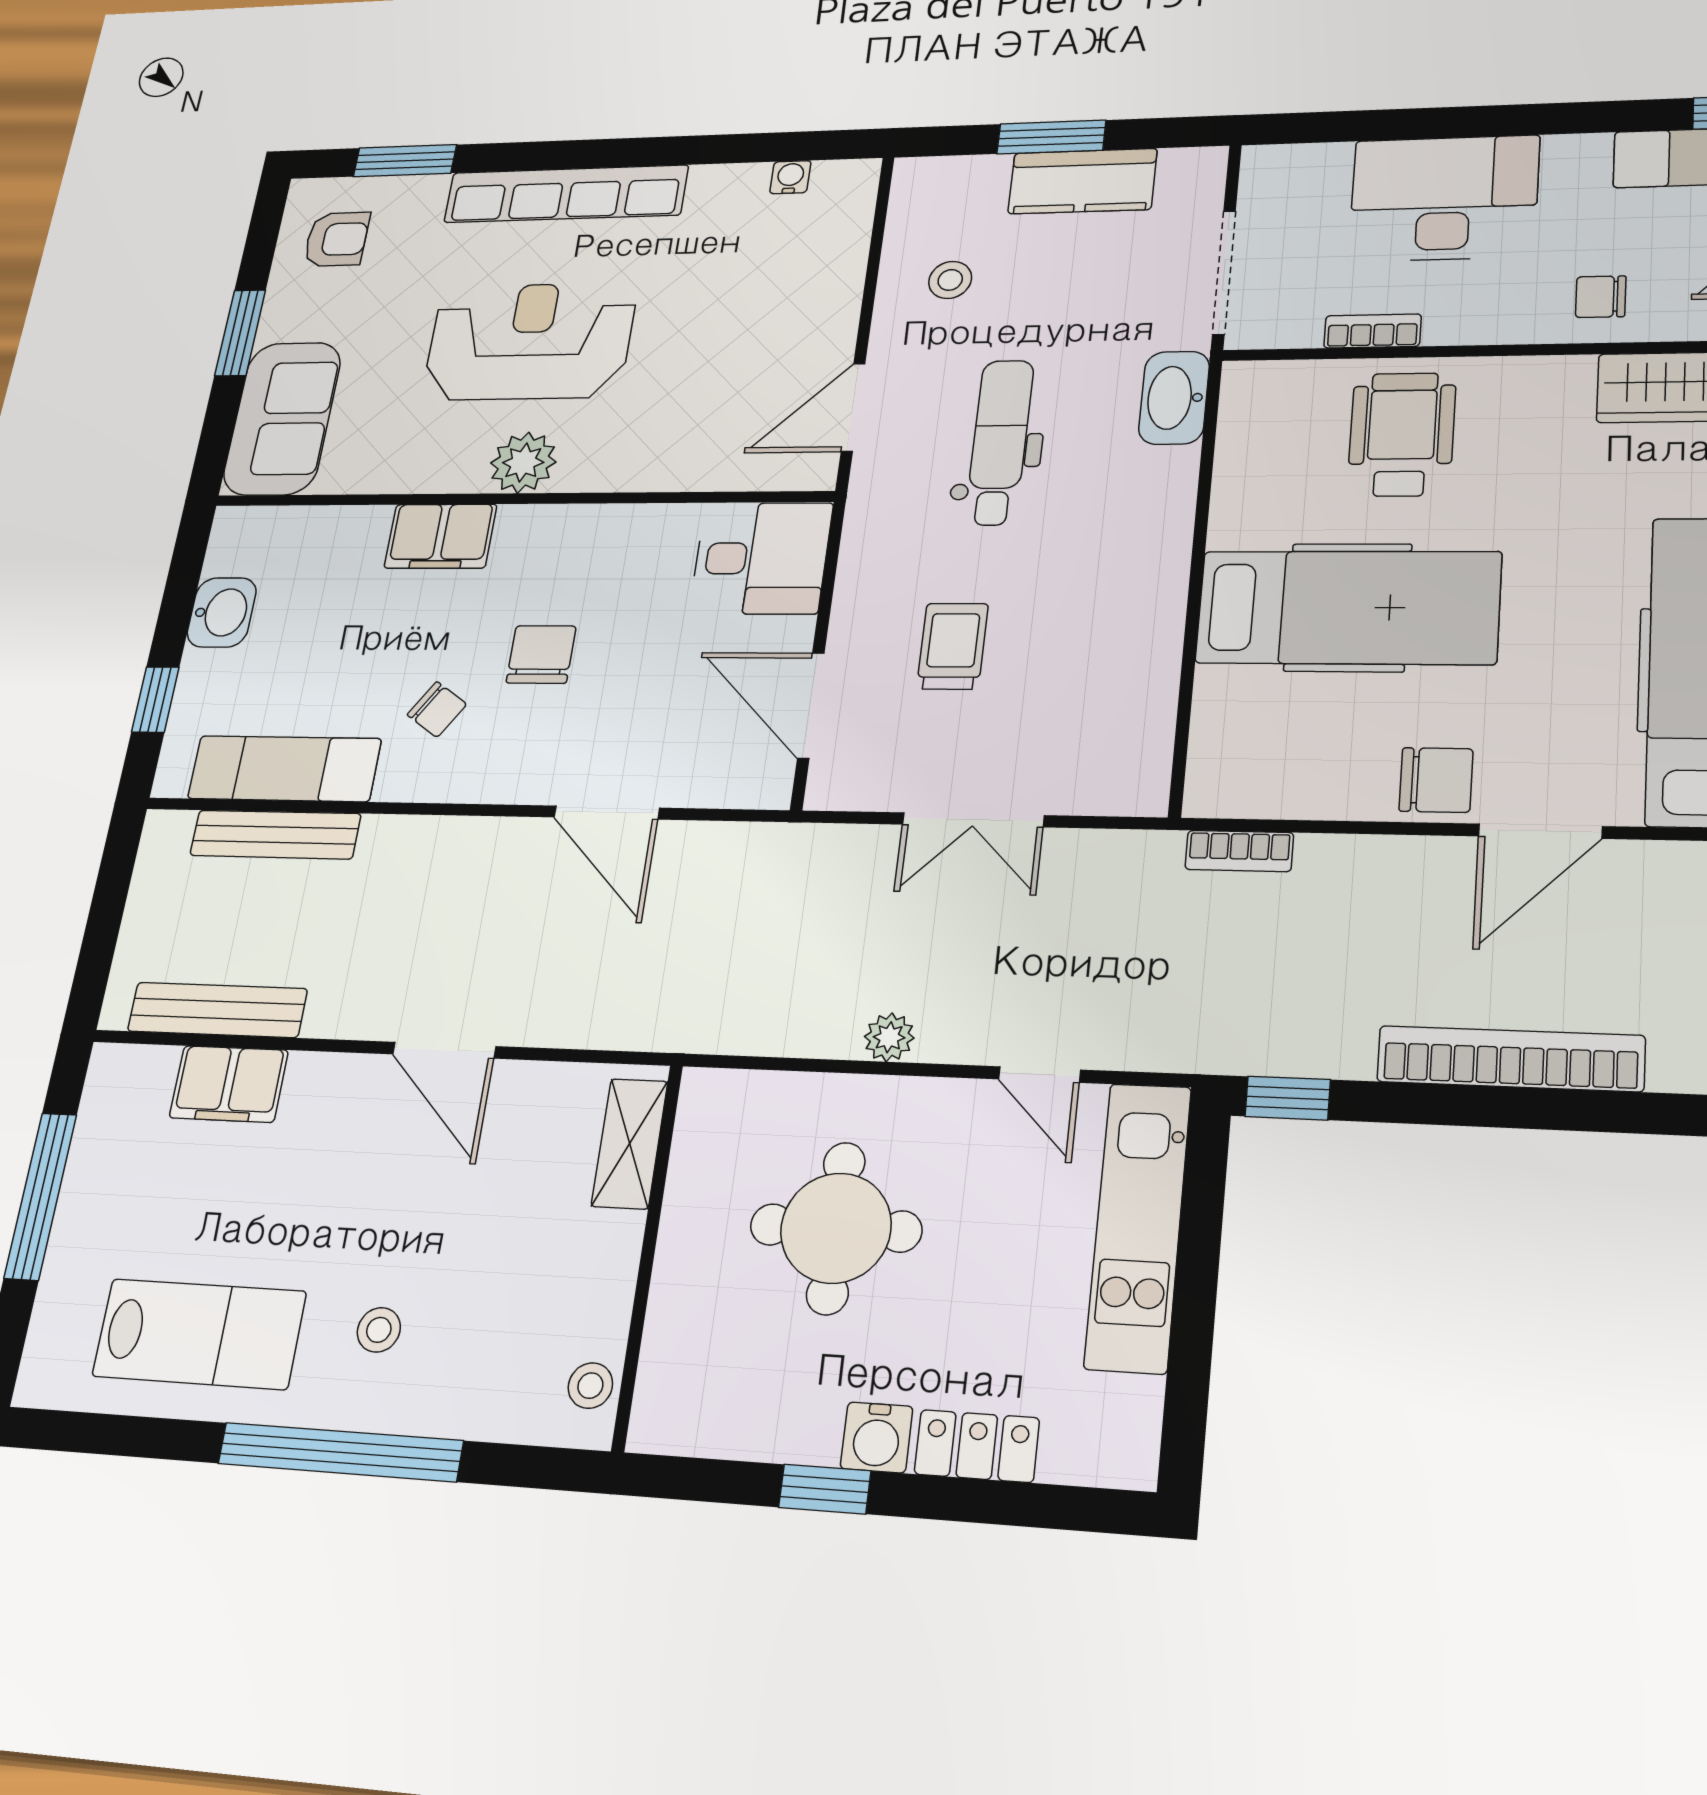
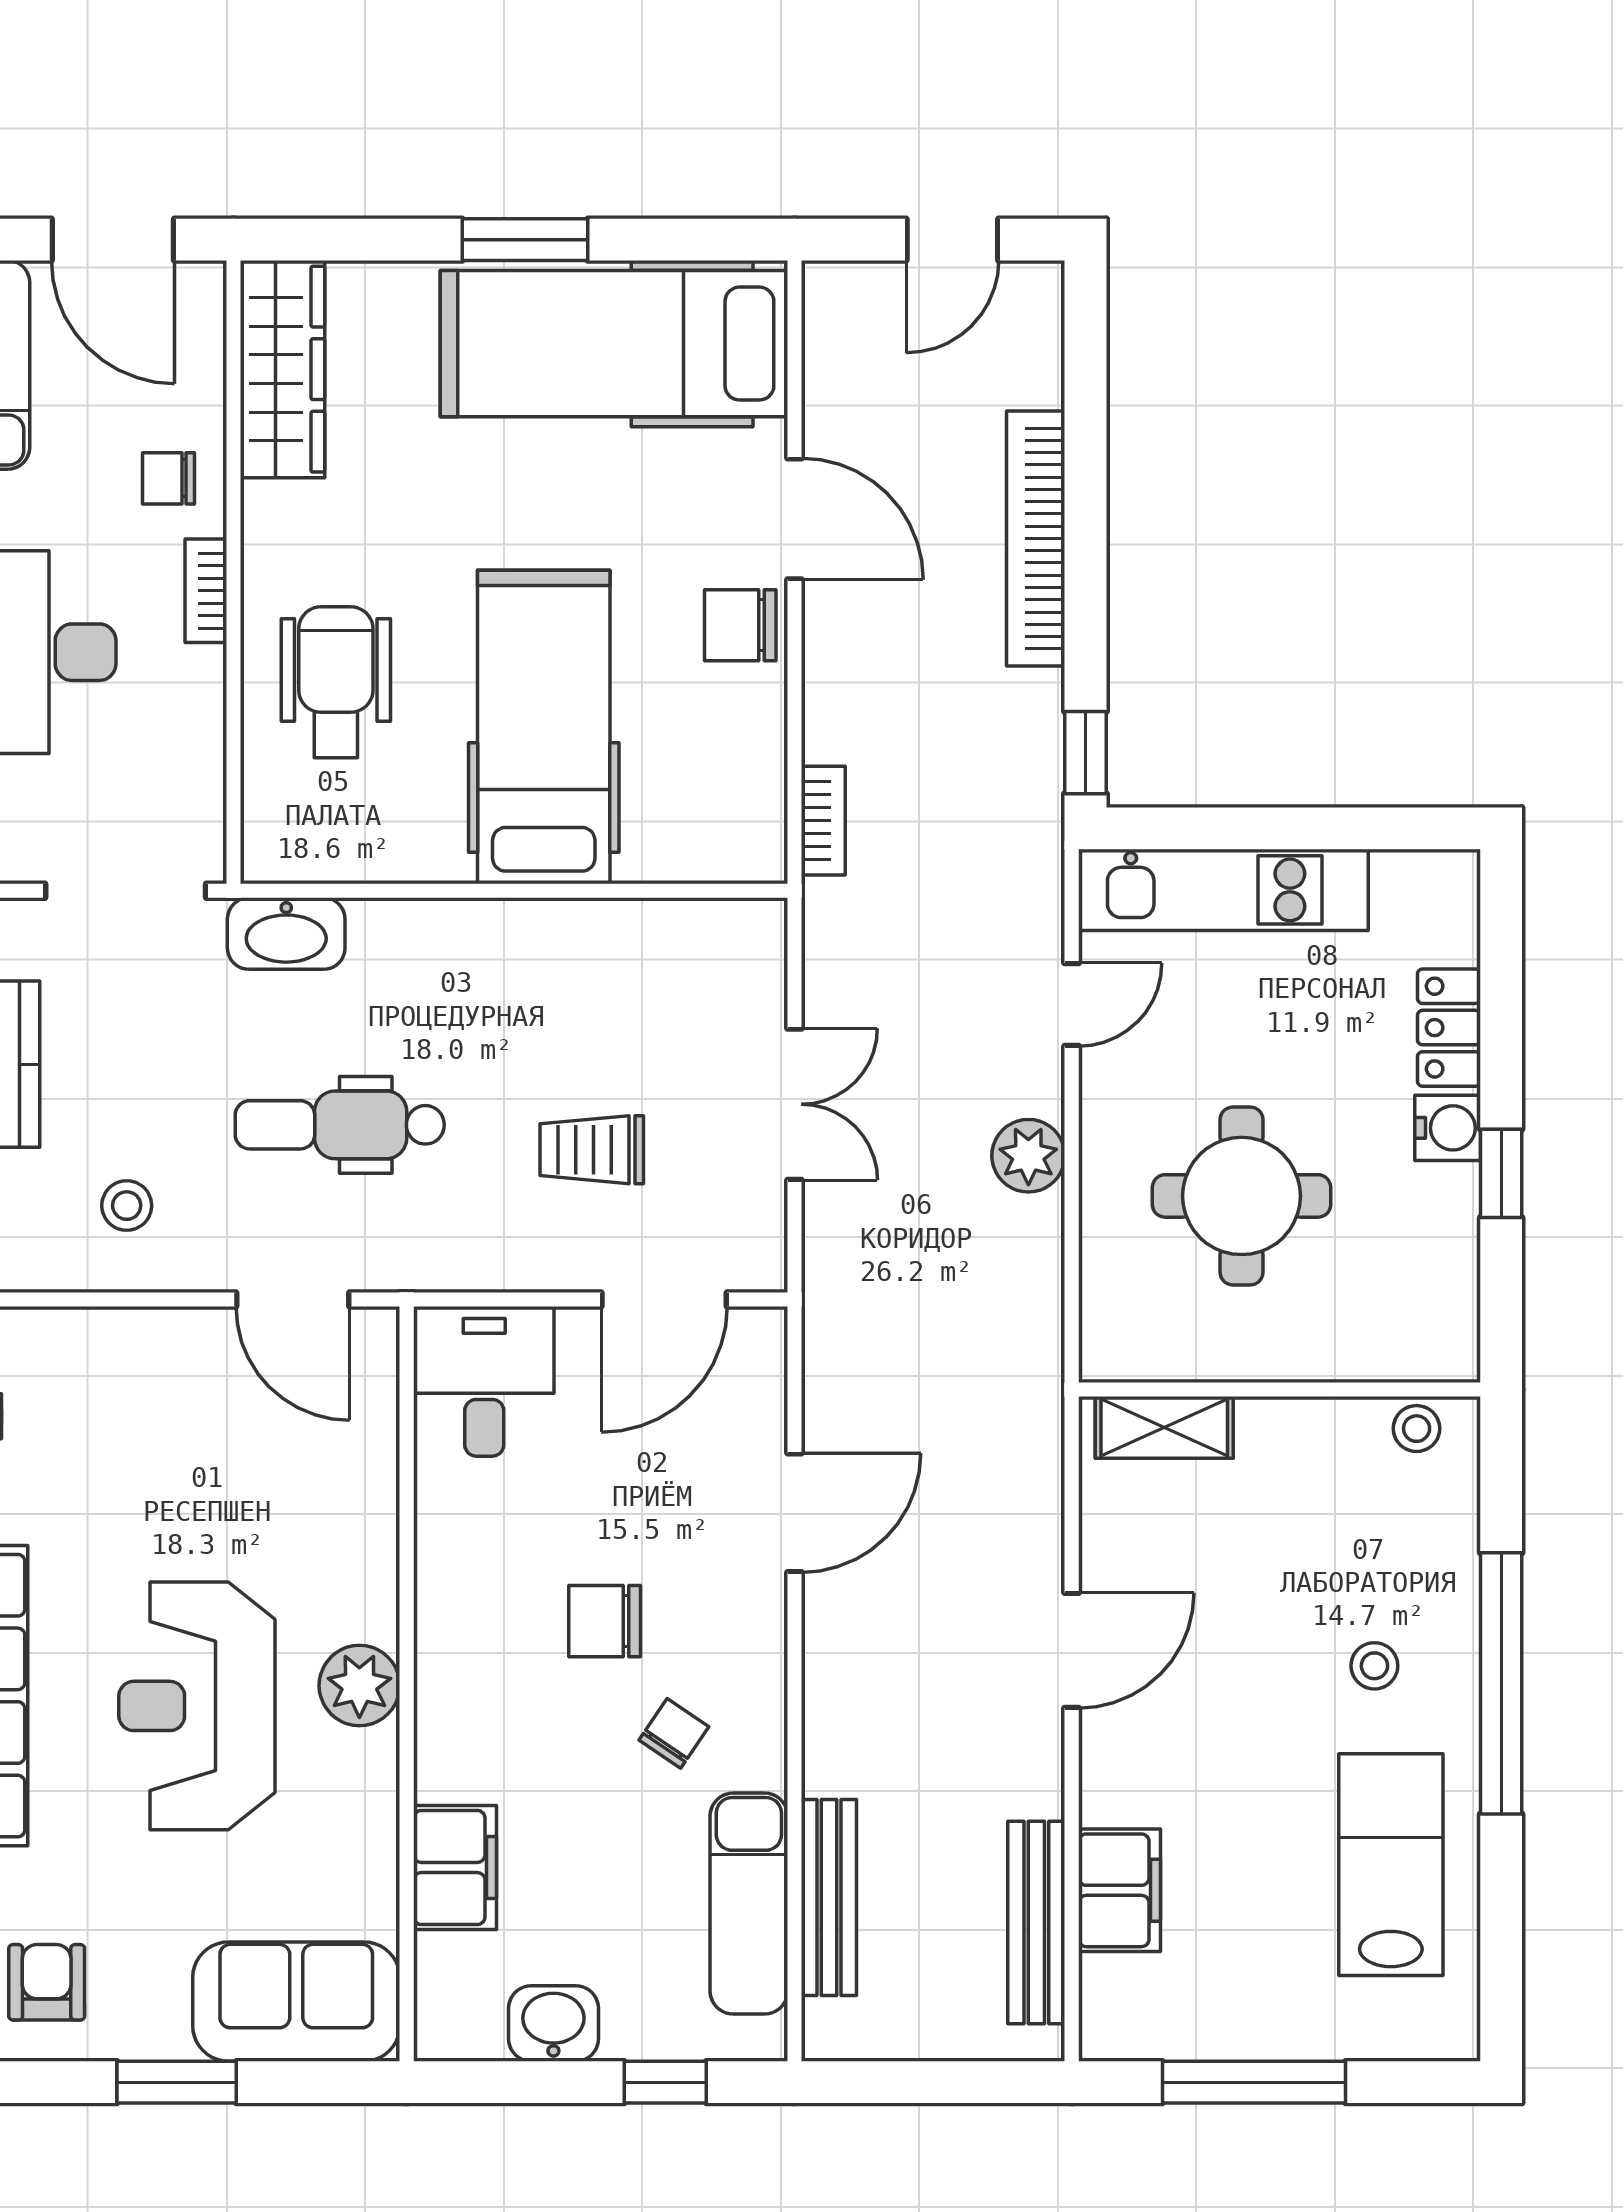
chair: (1601, 297) -> (168, 478), turned 90
bookcase: (1372, 331) -> (206, 591), moved
wheelchair: (1402, 434) -> (336, 682), turned 90
filing cabinet: (440, 536) -> (455, 1867), moved
chair: (1436, 780) -> (740, 625), turned -90
plant: (889, 1037) -> (1028, 1156), width x1.38, depth x1.38

